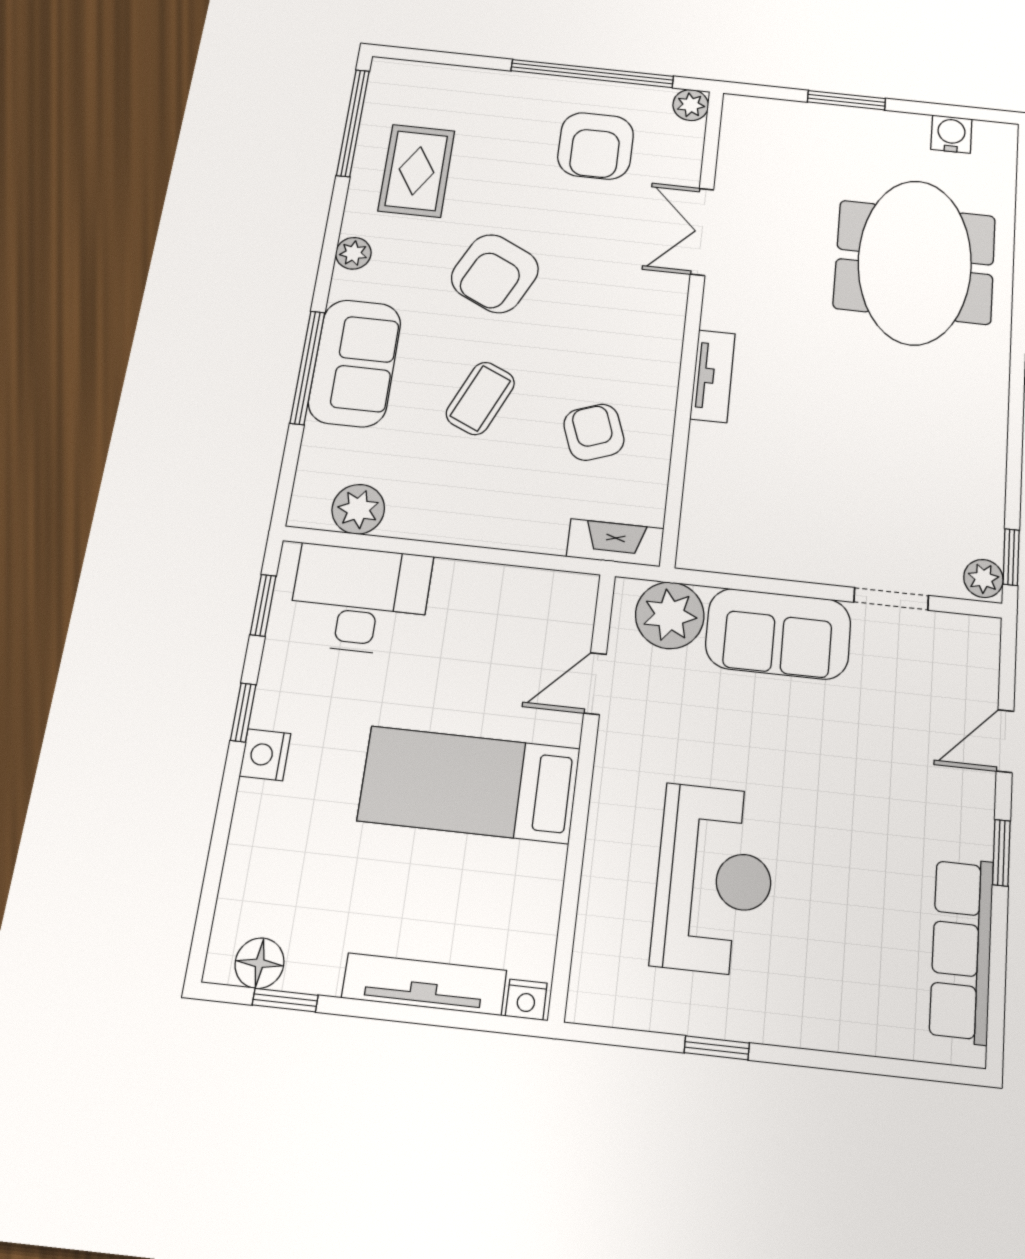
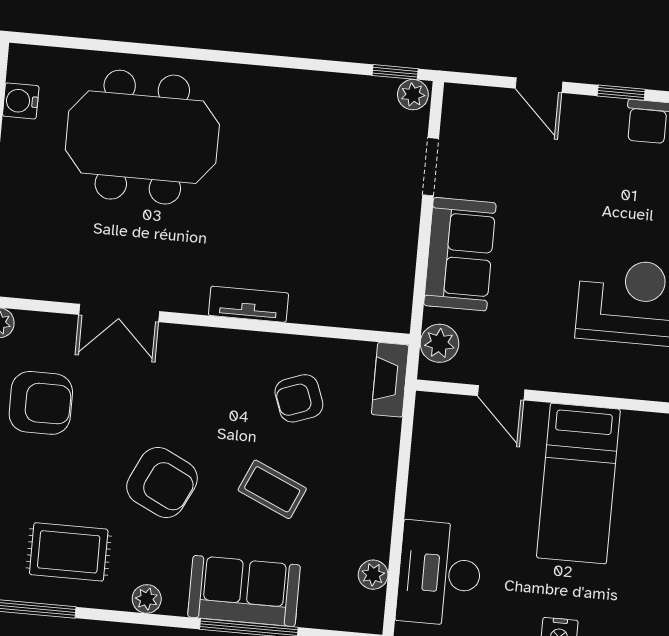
plant: (358, 509) -> (373, 575), width x0.73, depth x0.73
plant: (670, 615) -> (439, 343), width x0.73, depth x0.73

